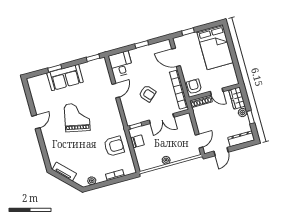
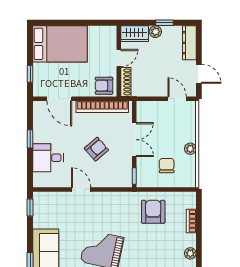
door: (176, 57) -> (59, 99), hinge flipped
desk: (121, 64) -> (48, 158), moved
chair: (138, 141) -> (167, 166), moved

